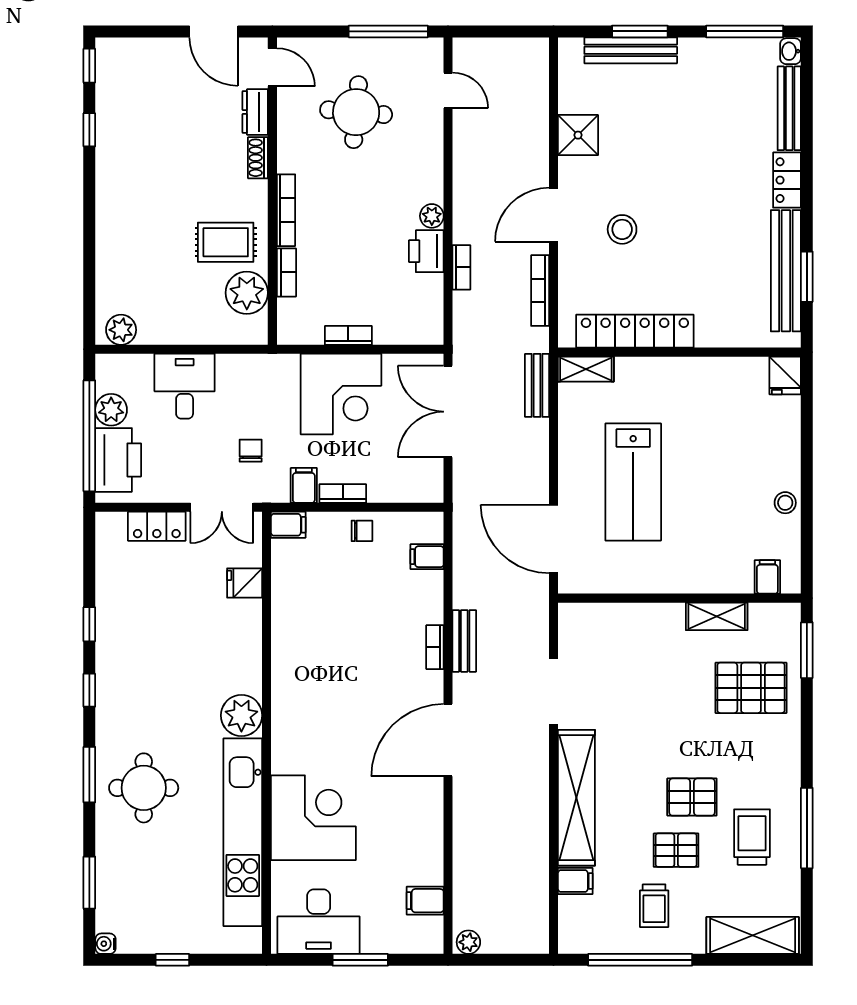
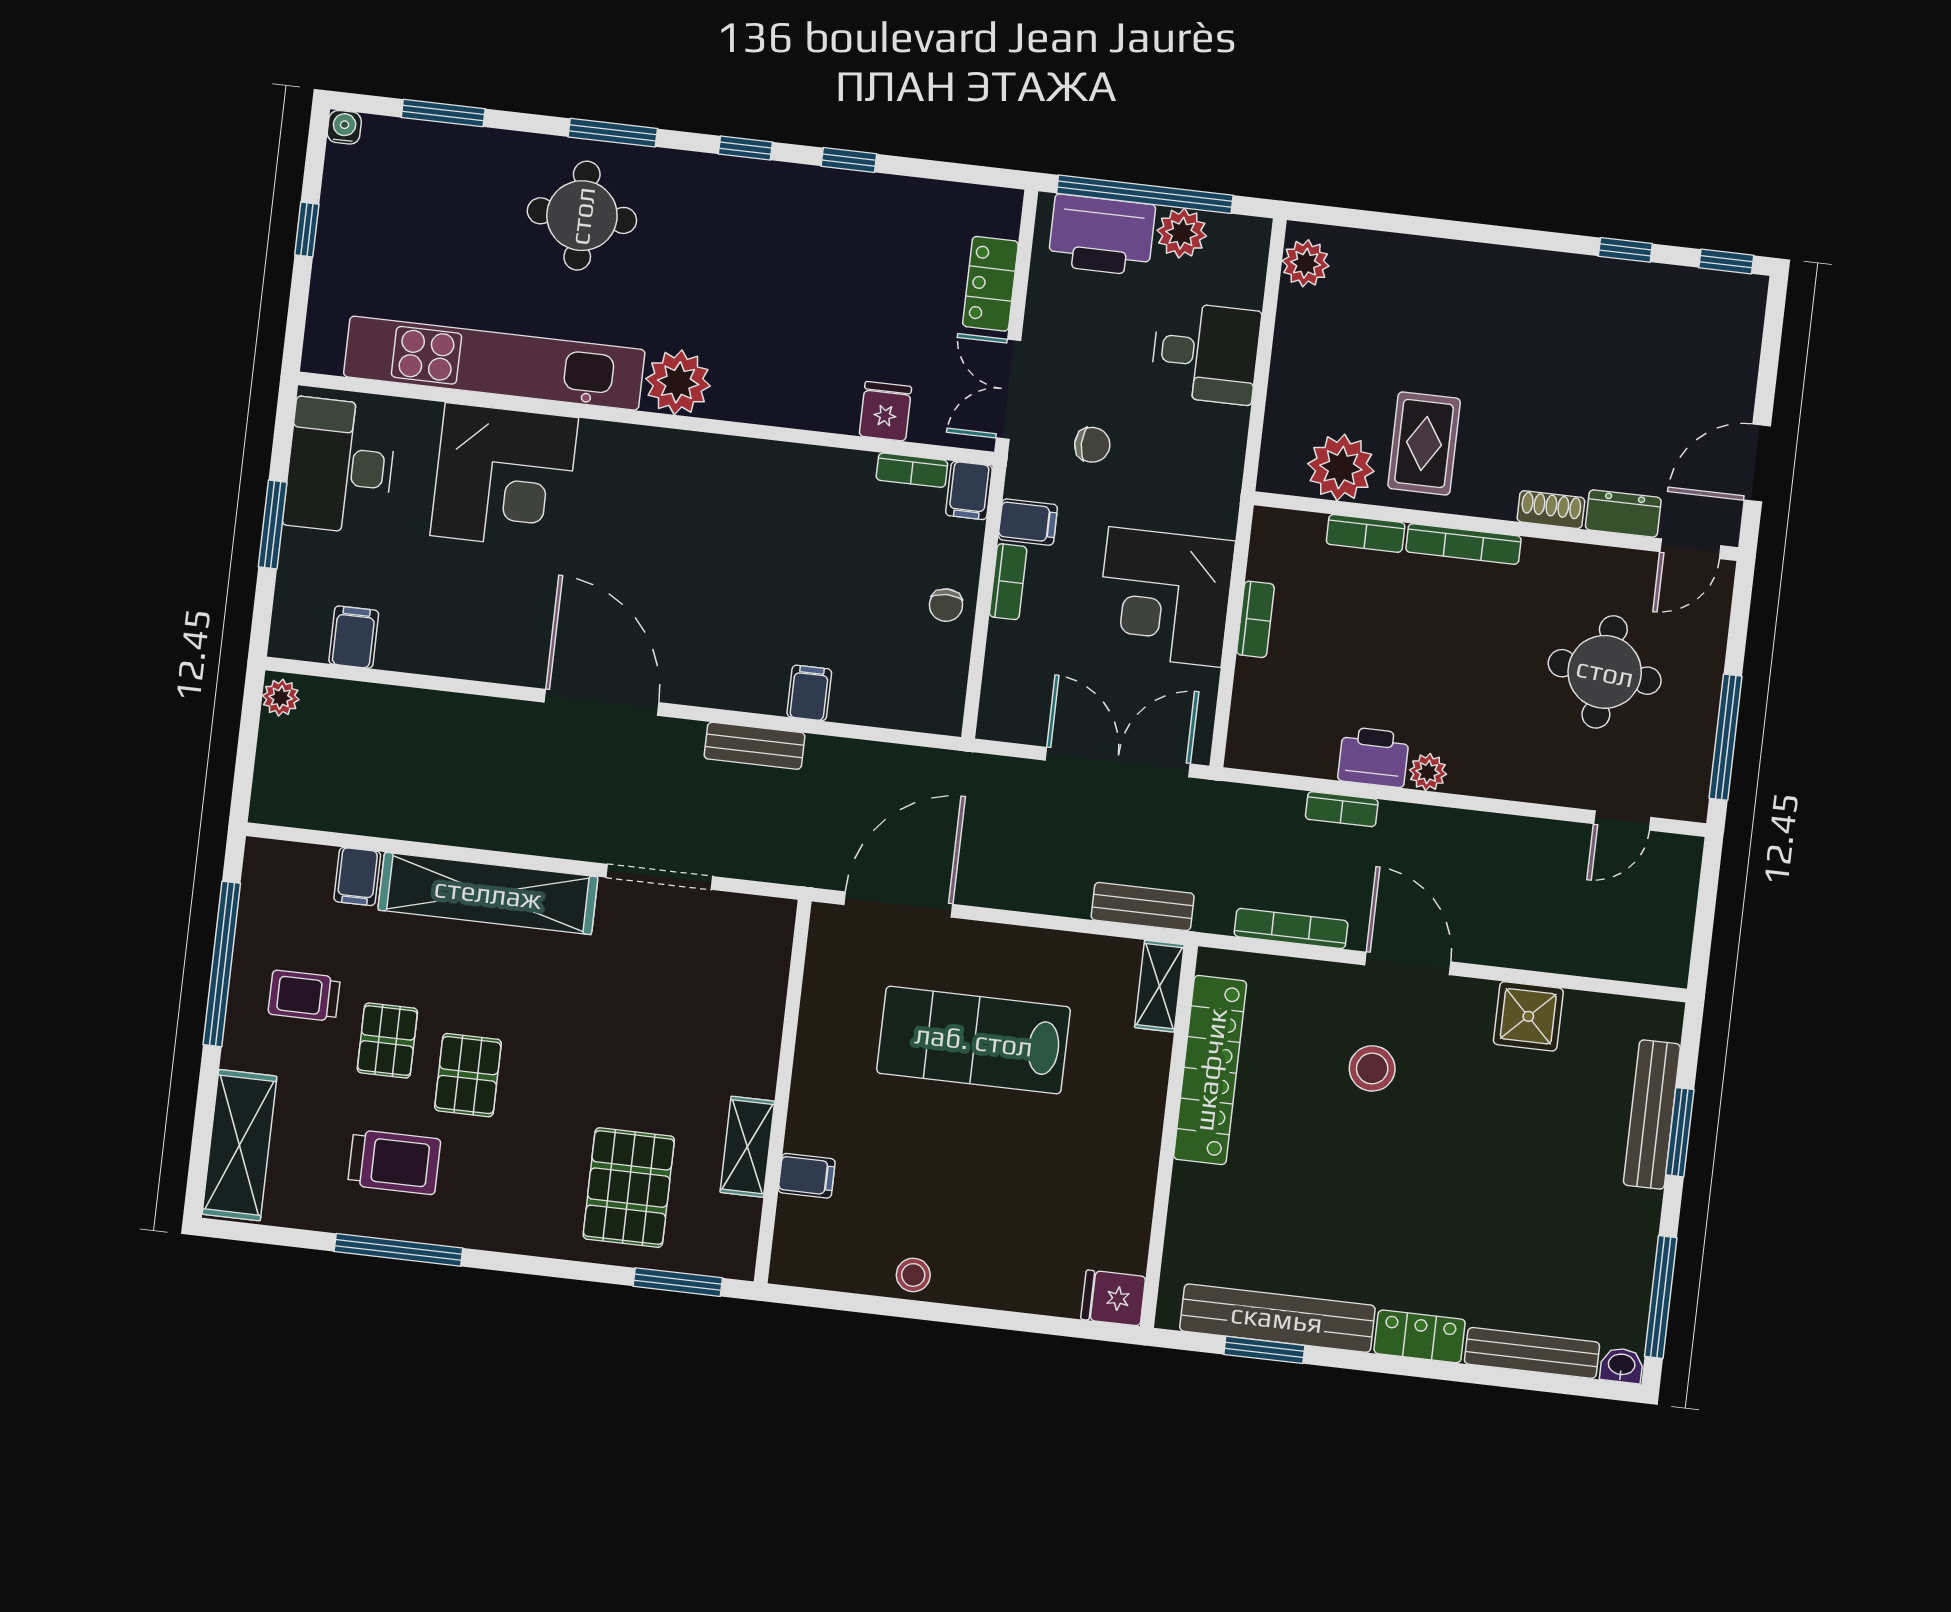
filing cabinet: (427, 557) -> (809, 693), moved
filing cabinet: (767, 577) -> (807, 1176), moved
bookcase: (435, 647) -> (912, 470), moved, turned 180

